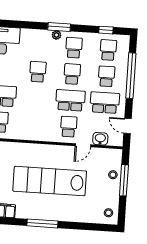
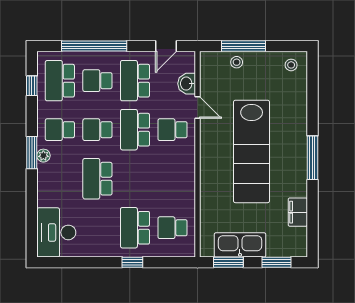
school desk: (108, 50) -> (60, 81), width x1.85
school desk: (38, 72) -> (97, 179), width x1.85

